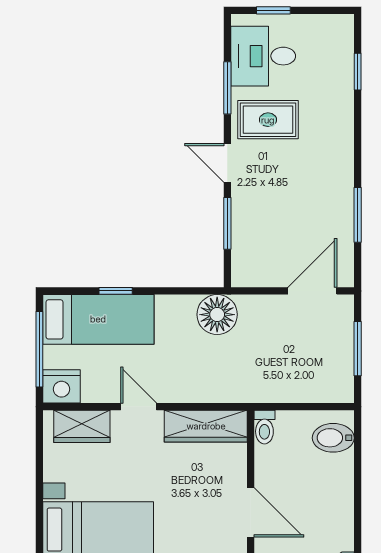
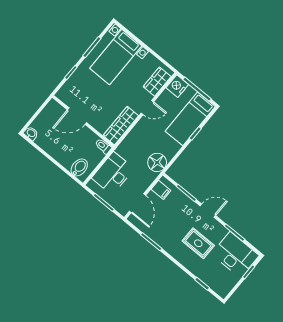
desk: (263, 56) -> (235, 255), width x1.37
rug: (268, 120) -> (198, 243), moved, turned 90
filing cabinet: (258, 270) -> (161, 190), added
desk: (296, 373) -> (113, 173), added

